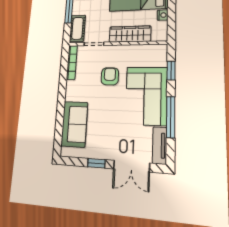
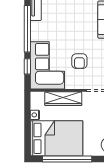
corner sofa: (146, 96) -> (47, 65), moved
window: (171, 117) -> (27, 29), width x1.46

